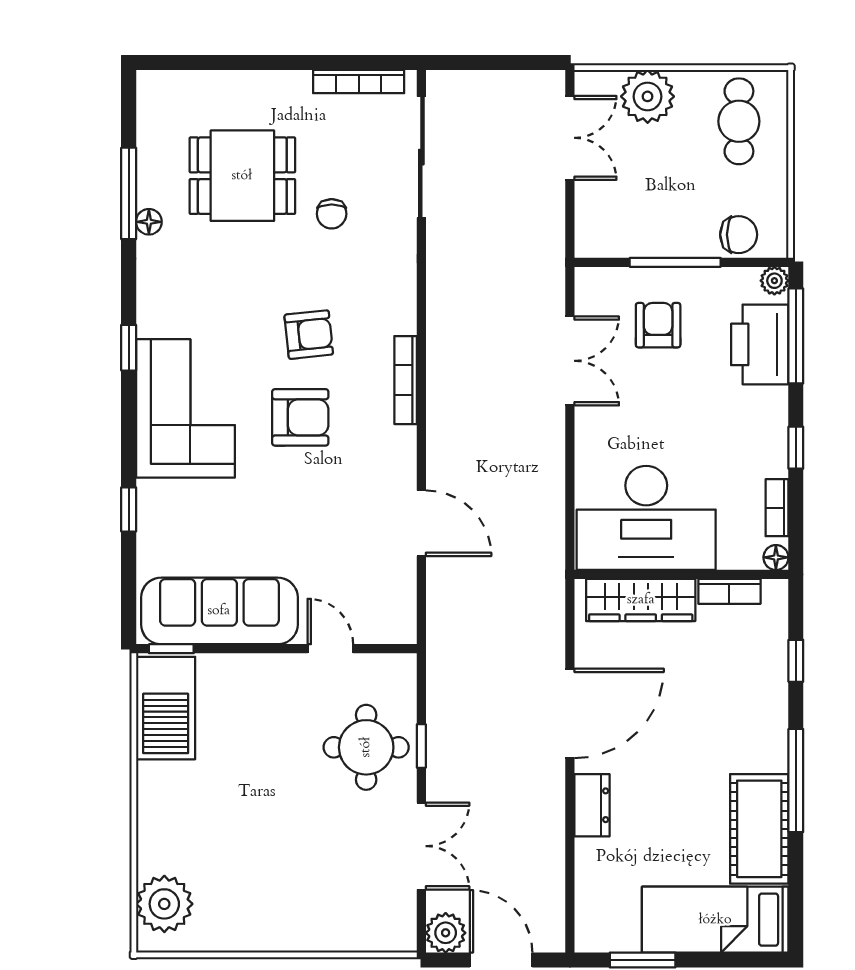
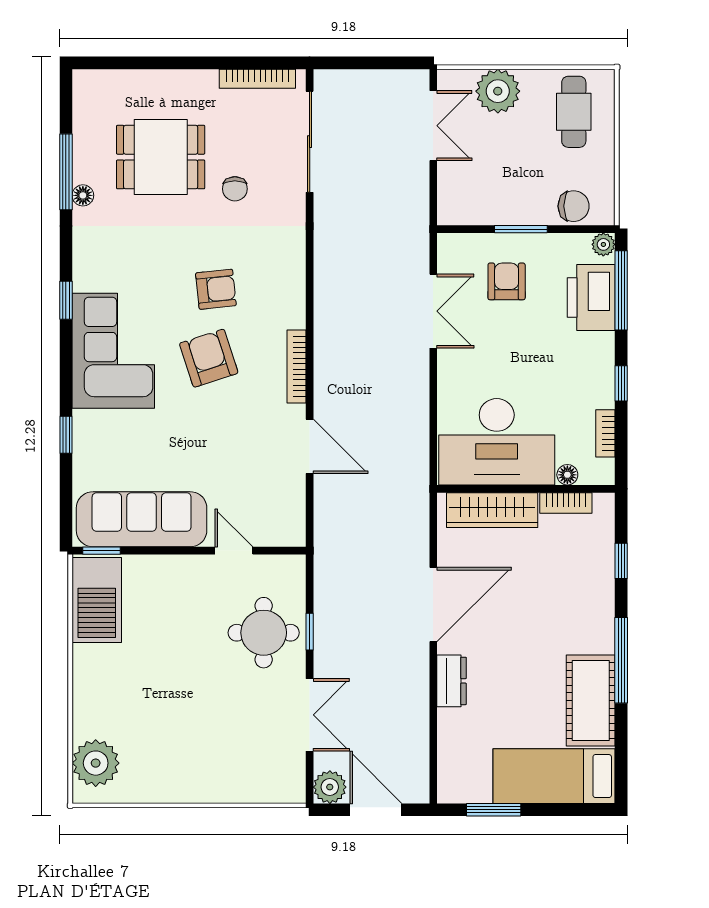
window: (675, 262) -> (521, 229), width x0.69
bookcase: (406, 380) -> (296, 366), moved
armchair: (300, 417) -> (209, 358), turned -108
floor lamp: (776, 557) -> (567, 475), moved

